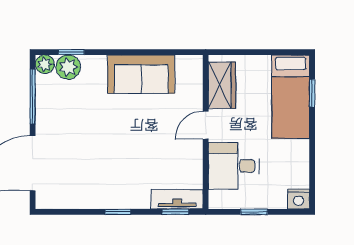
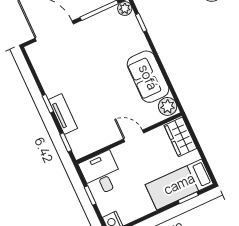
plant: (68, 67) -> (168, 106), moved
wardrobe: (222, 85) -> (180, 137), moved, turned 90
desk: (234, 166) -> (101, 174), moved
tv unit: (177, 199) -> (63, 114), moved

